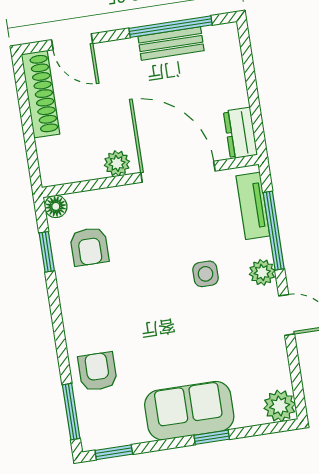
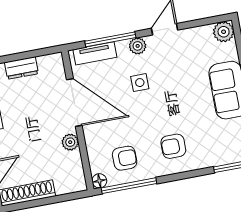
dresser: (240, 133) -> (21, 68), moved
door: (178, 172) -> (74, 103), swing flipped
window: (47, 252) -> (129, 186), width x2.17
armchair: (98, 372) -> (173, 146), moved

